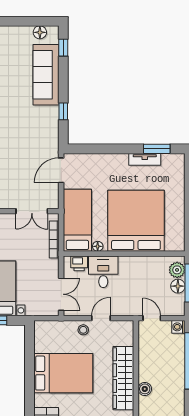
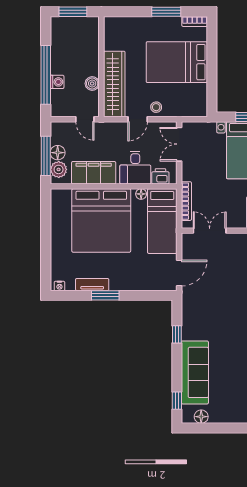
window: (157, 149) -> (105, 295), moved
nightstand: (176, 158) -> (59, 286), added
filing cabinet: (143, 267) -> (94, 173), added
washing machine: (178, 327) -> (57, 82), moved
wardrobe: (123, 378) -> (114, 84), moved
boiler: (145, 389) -> (92, 84), moved

